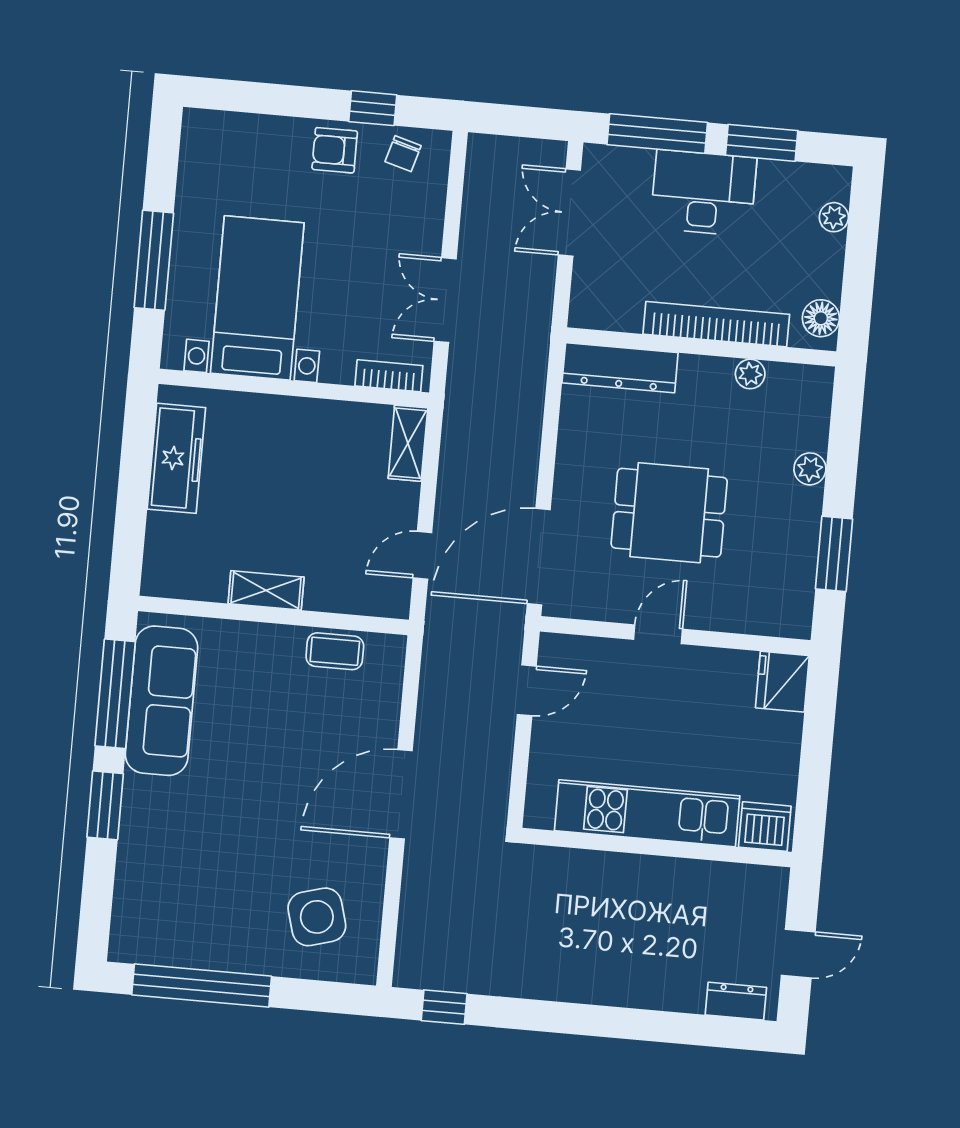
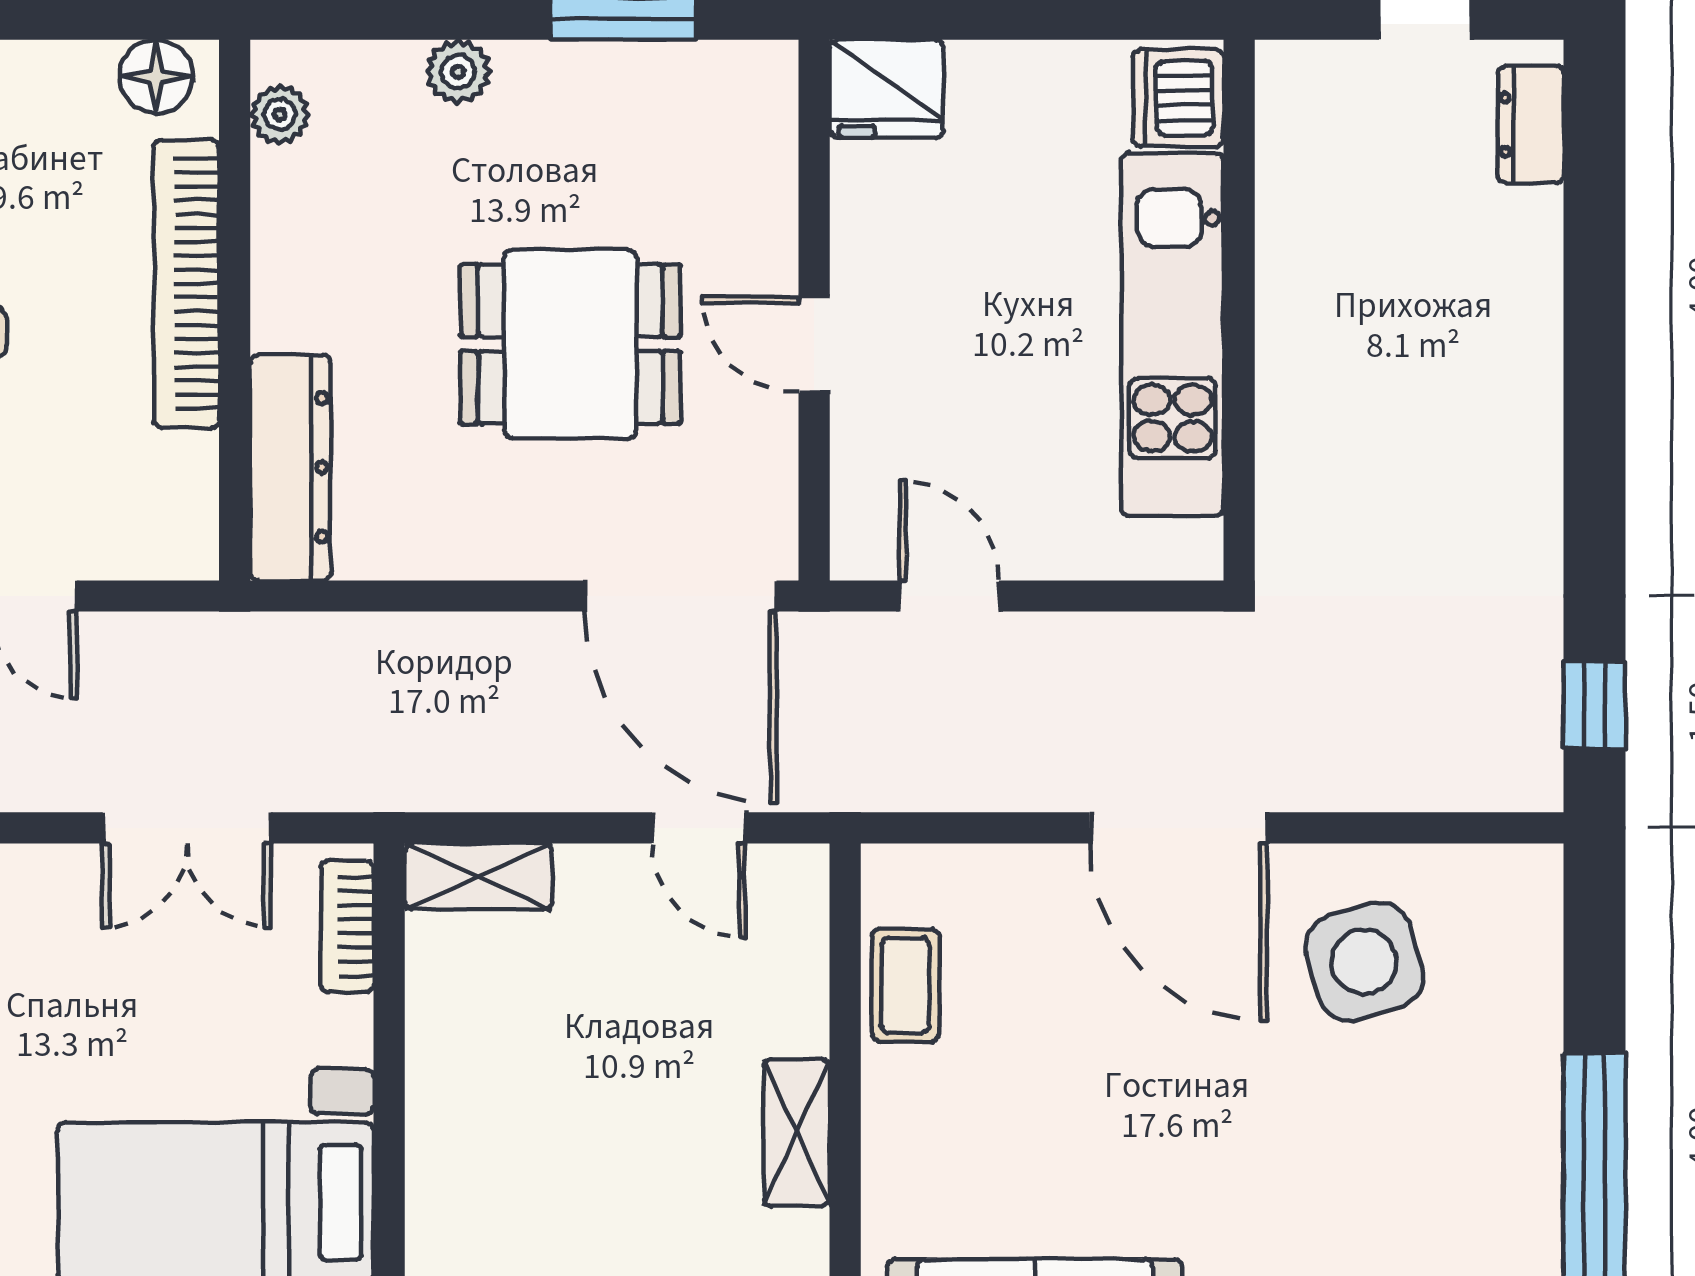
plant: (750, 374) -> (280, 114), moved
dining table: (669, 513) -> (570, 344), turned 90
side table: (317, 917) -> (1364, 962), moved

